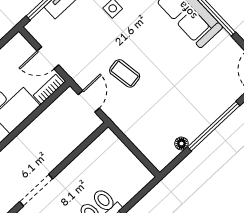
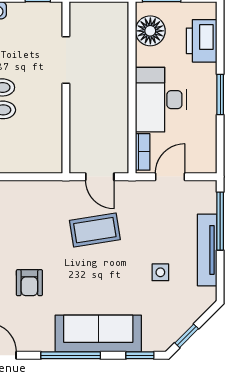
coffee table: (125, 73) -> (95, 230), width x1.36, depth x1.30
armchair: (195, 83) -> (29, 283), added

